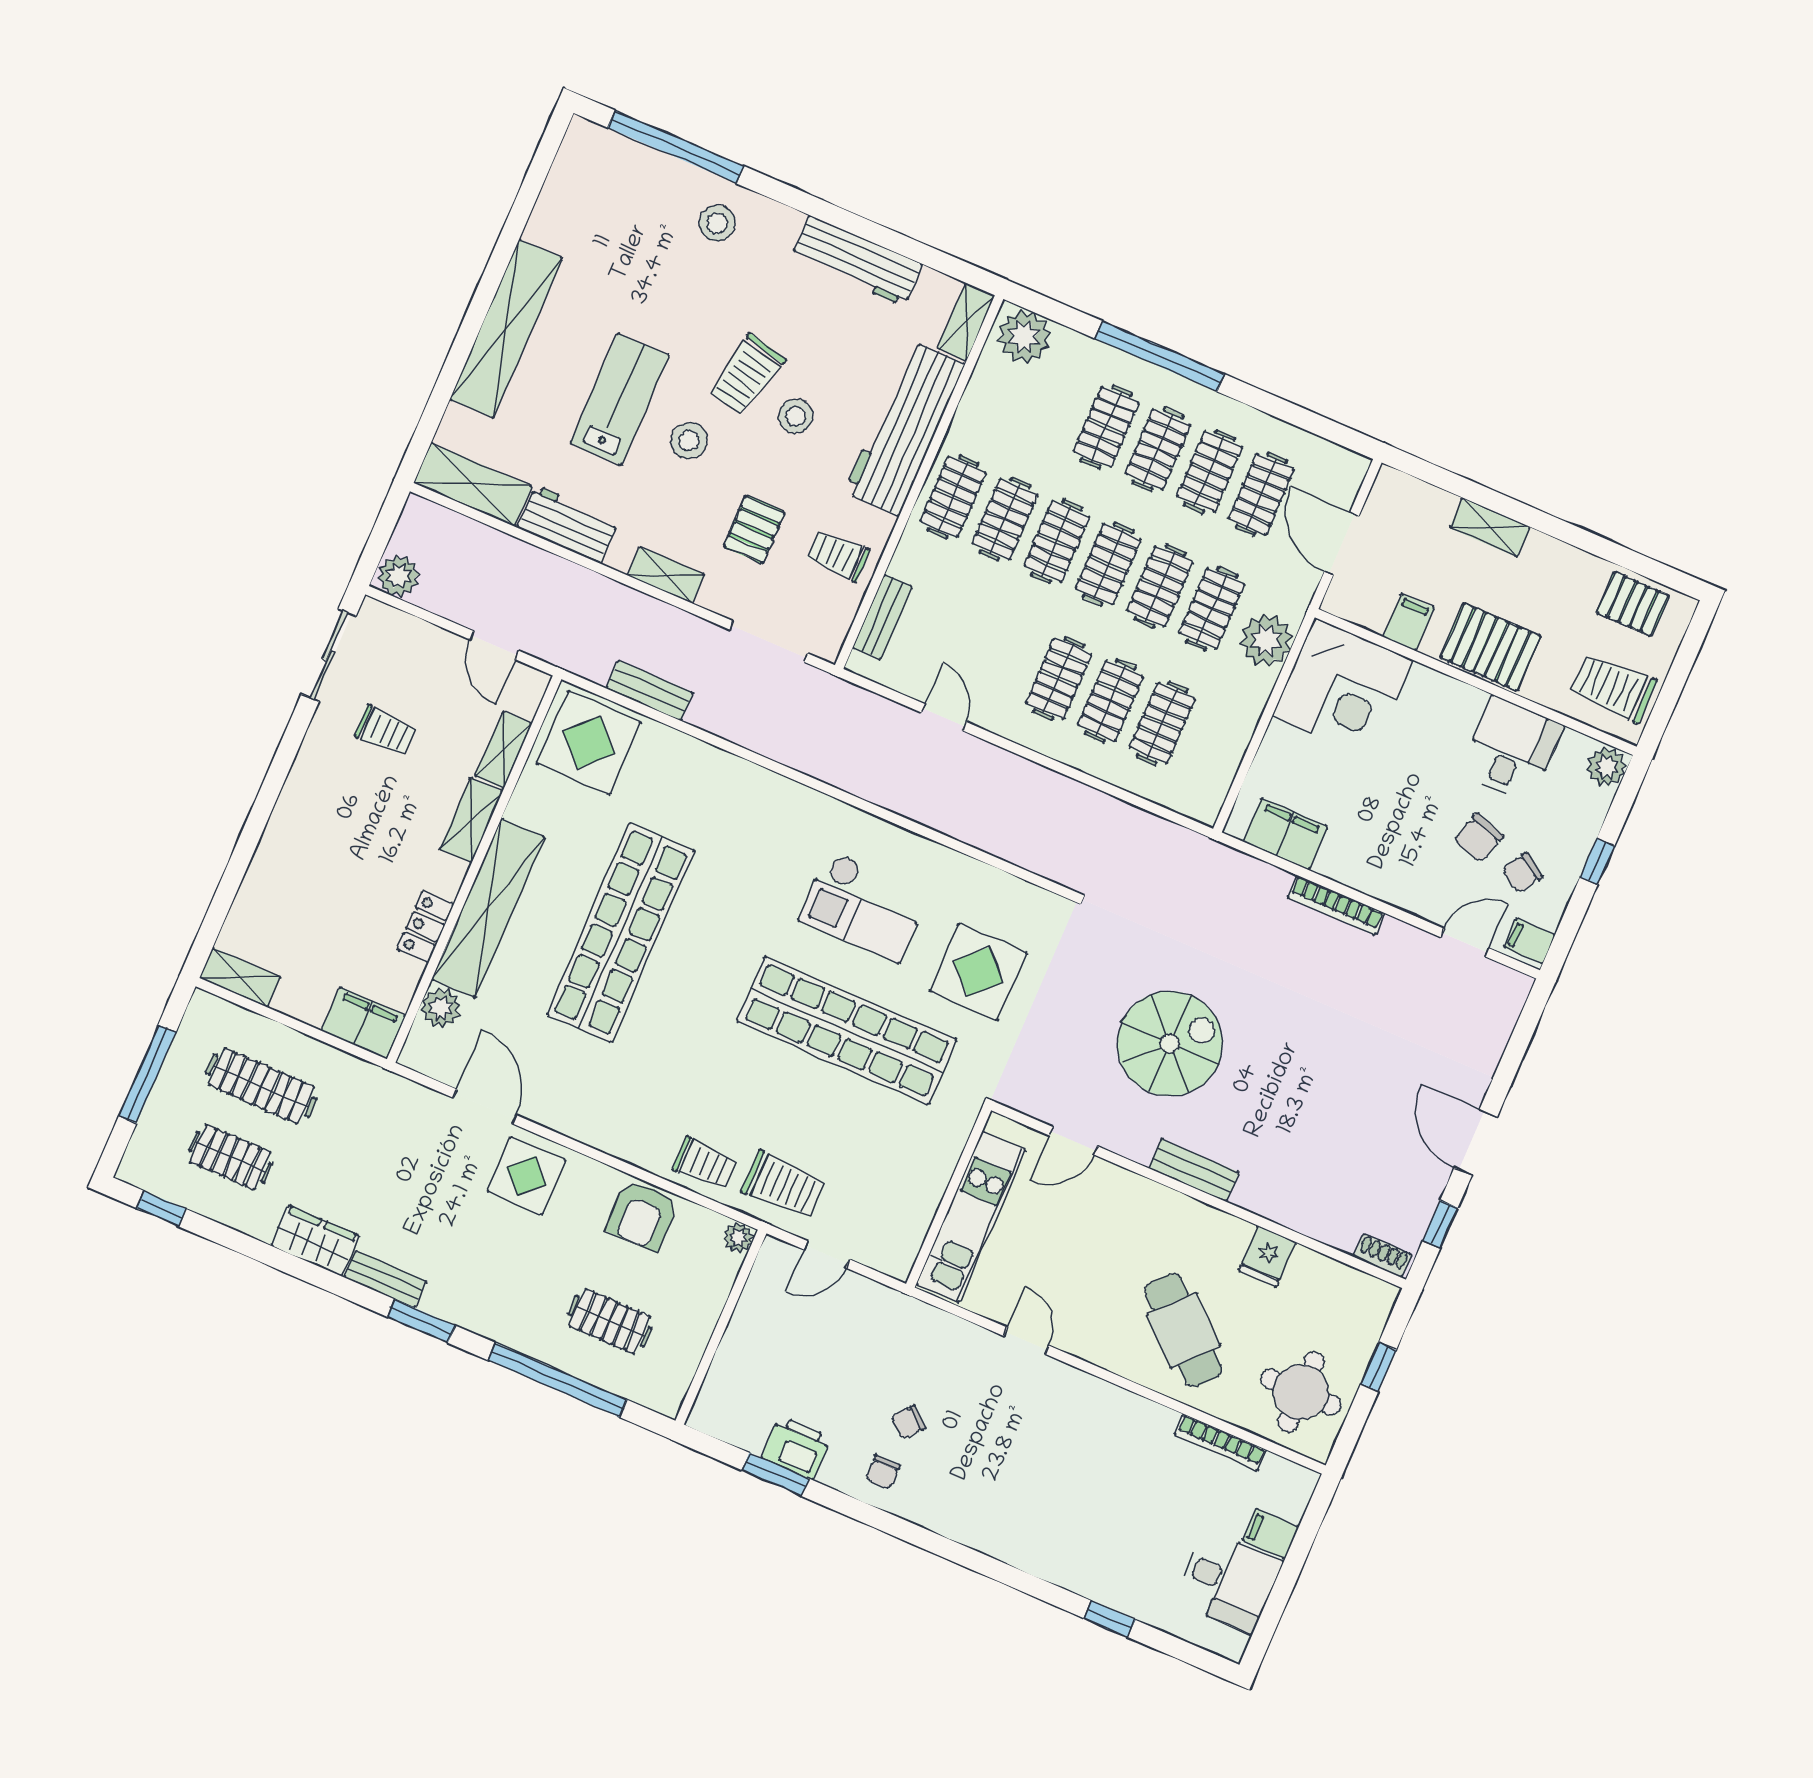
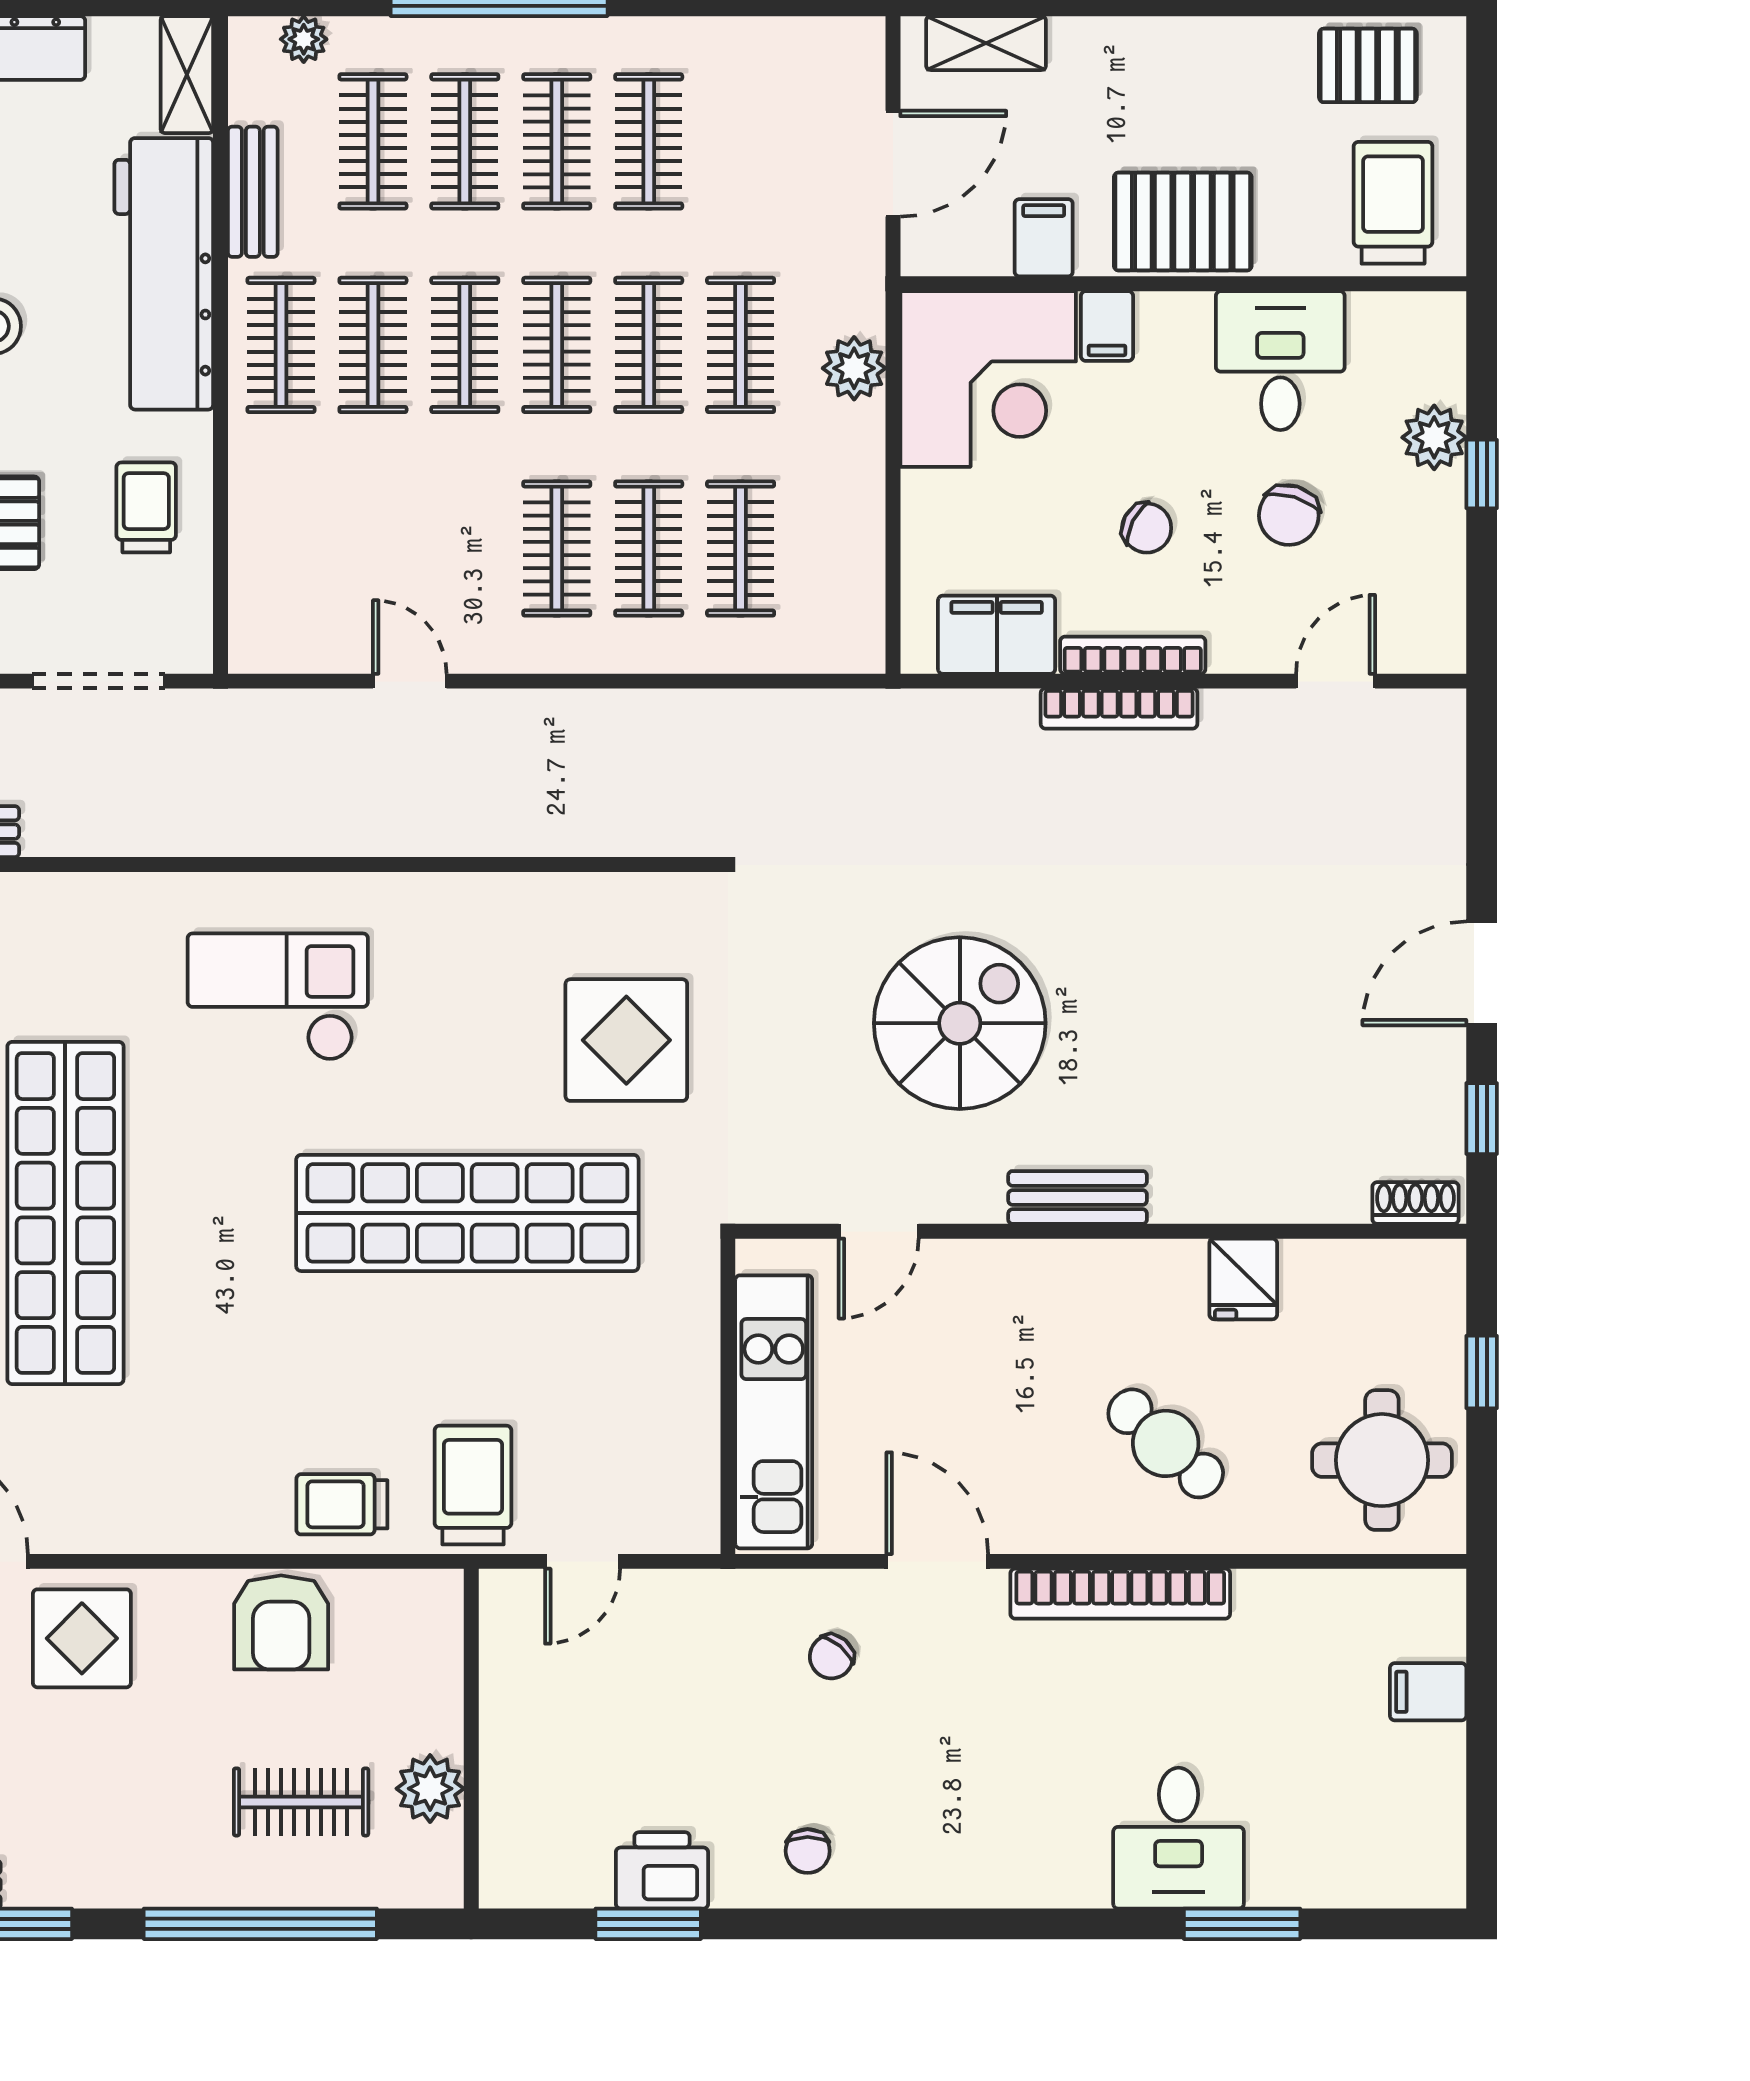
plant: (1024, 337) -> (304, 39), width x0.53, depth x0.53
clothes rail: (1261, 494) -> (373, 141), moved
shelving: (1490, 527) -> (986, 43), moved
door: (1342, 544) -> (893, 164), swing flipped
trolley: (838, 555) -> (146, 507), turned 90
bench: (882, 617) -> (253, 192), moved
plant: (1266, 640) -> (854, 368), width x0.73, depth x0.73
trolley: (1613, 687) -> (1393, 203), turned 90
plant: (1606, 767) -> (1434, 437), moved
chair: (1522, 873) -> (1147, 528), moved, turned -95
bookcase: (1357, 879) -> (1133, 655), added
checkout: (864, 906) -> (278, 997), moved, turned 180
filing cabinet: (1529, 941) -> (1107, 326), moved, turned -90
door: (1476, 1143) -> (1482, 973), hinge flipped
trolley: (705, 1164) -> (342, 1504), turned 180
trolley: (784, 1185) -> (473, 1485), turned -90
plant: (738, 1238) -> (430, 1789), moved, width x1.38, depth x1.38
cafe table: (1183, 1330) -> (1166, 1443), width x0.73, depth x0.74
door: (1026, 1341) -> (937, 1561), width x1.38
chair: (909, 1422) -> (831, 1657), moved
bookcase: (1220, 1442) -> (1120, 1594), moved, width x1.48, depth x1.31
desk: (1228, 1581) -> (1179, 1838), moved, turned 90
window: (1109, 1619) -> (1242, 1924), width x1.50

